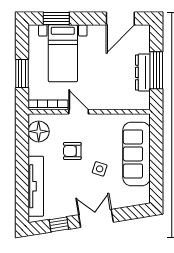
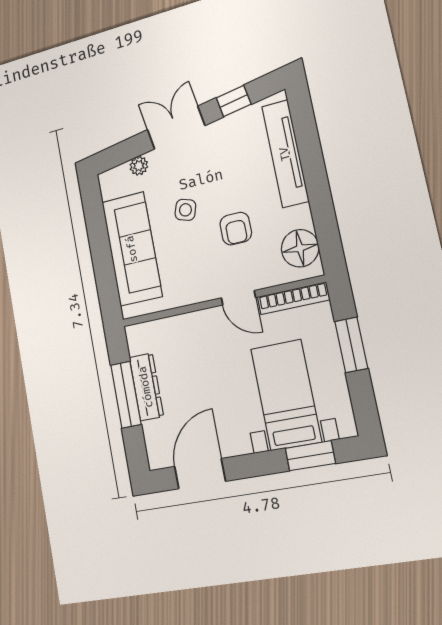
armchair: (72, 151) -> (236, 229), turned 90
plant: (123, 202) -> (139, 166), added
double door: (96, 218) -> (176, 128), swing flipped

